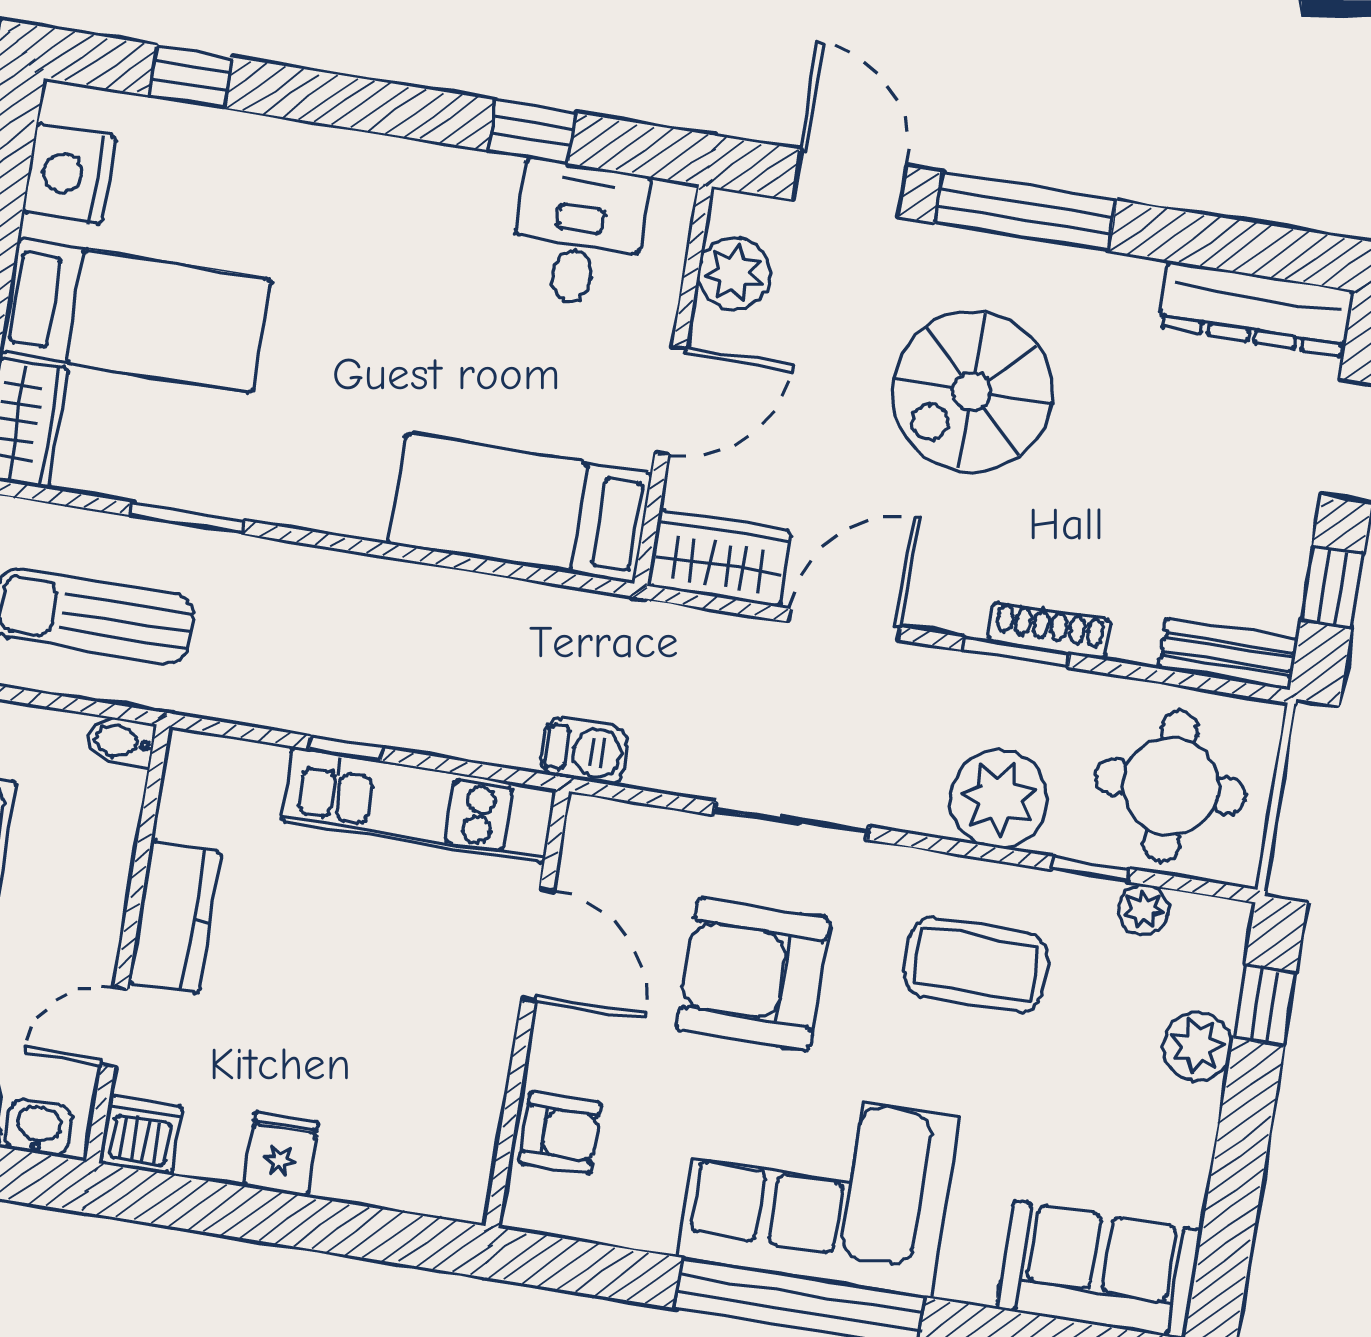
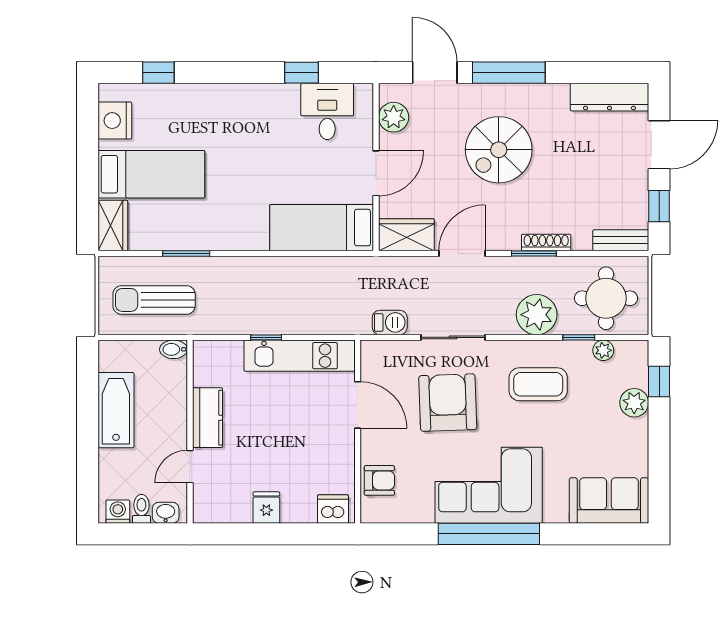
barbecue: (584, 751) -> (390, 322), moved
armchair: (753, 974) -> (448, 403), turned 88
dishwasher: (141, 1135) -> (333, 509), moved

